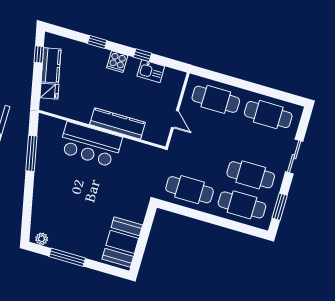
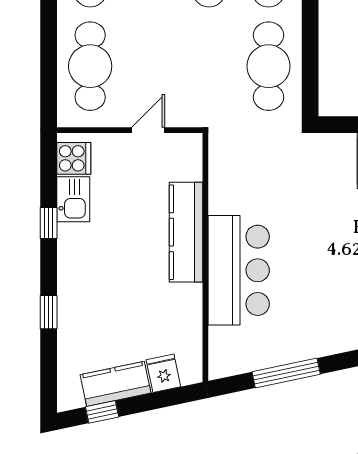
cooker: (117, 62) -> (74, 158), moved

